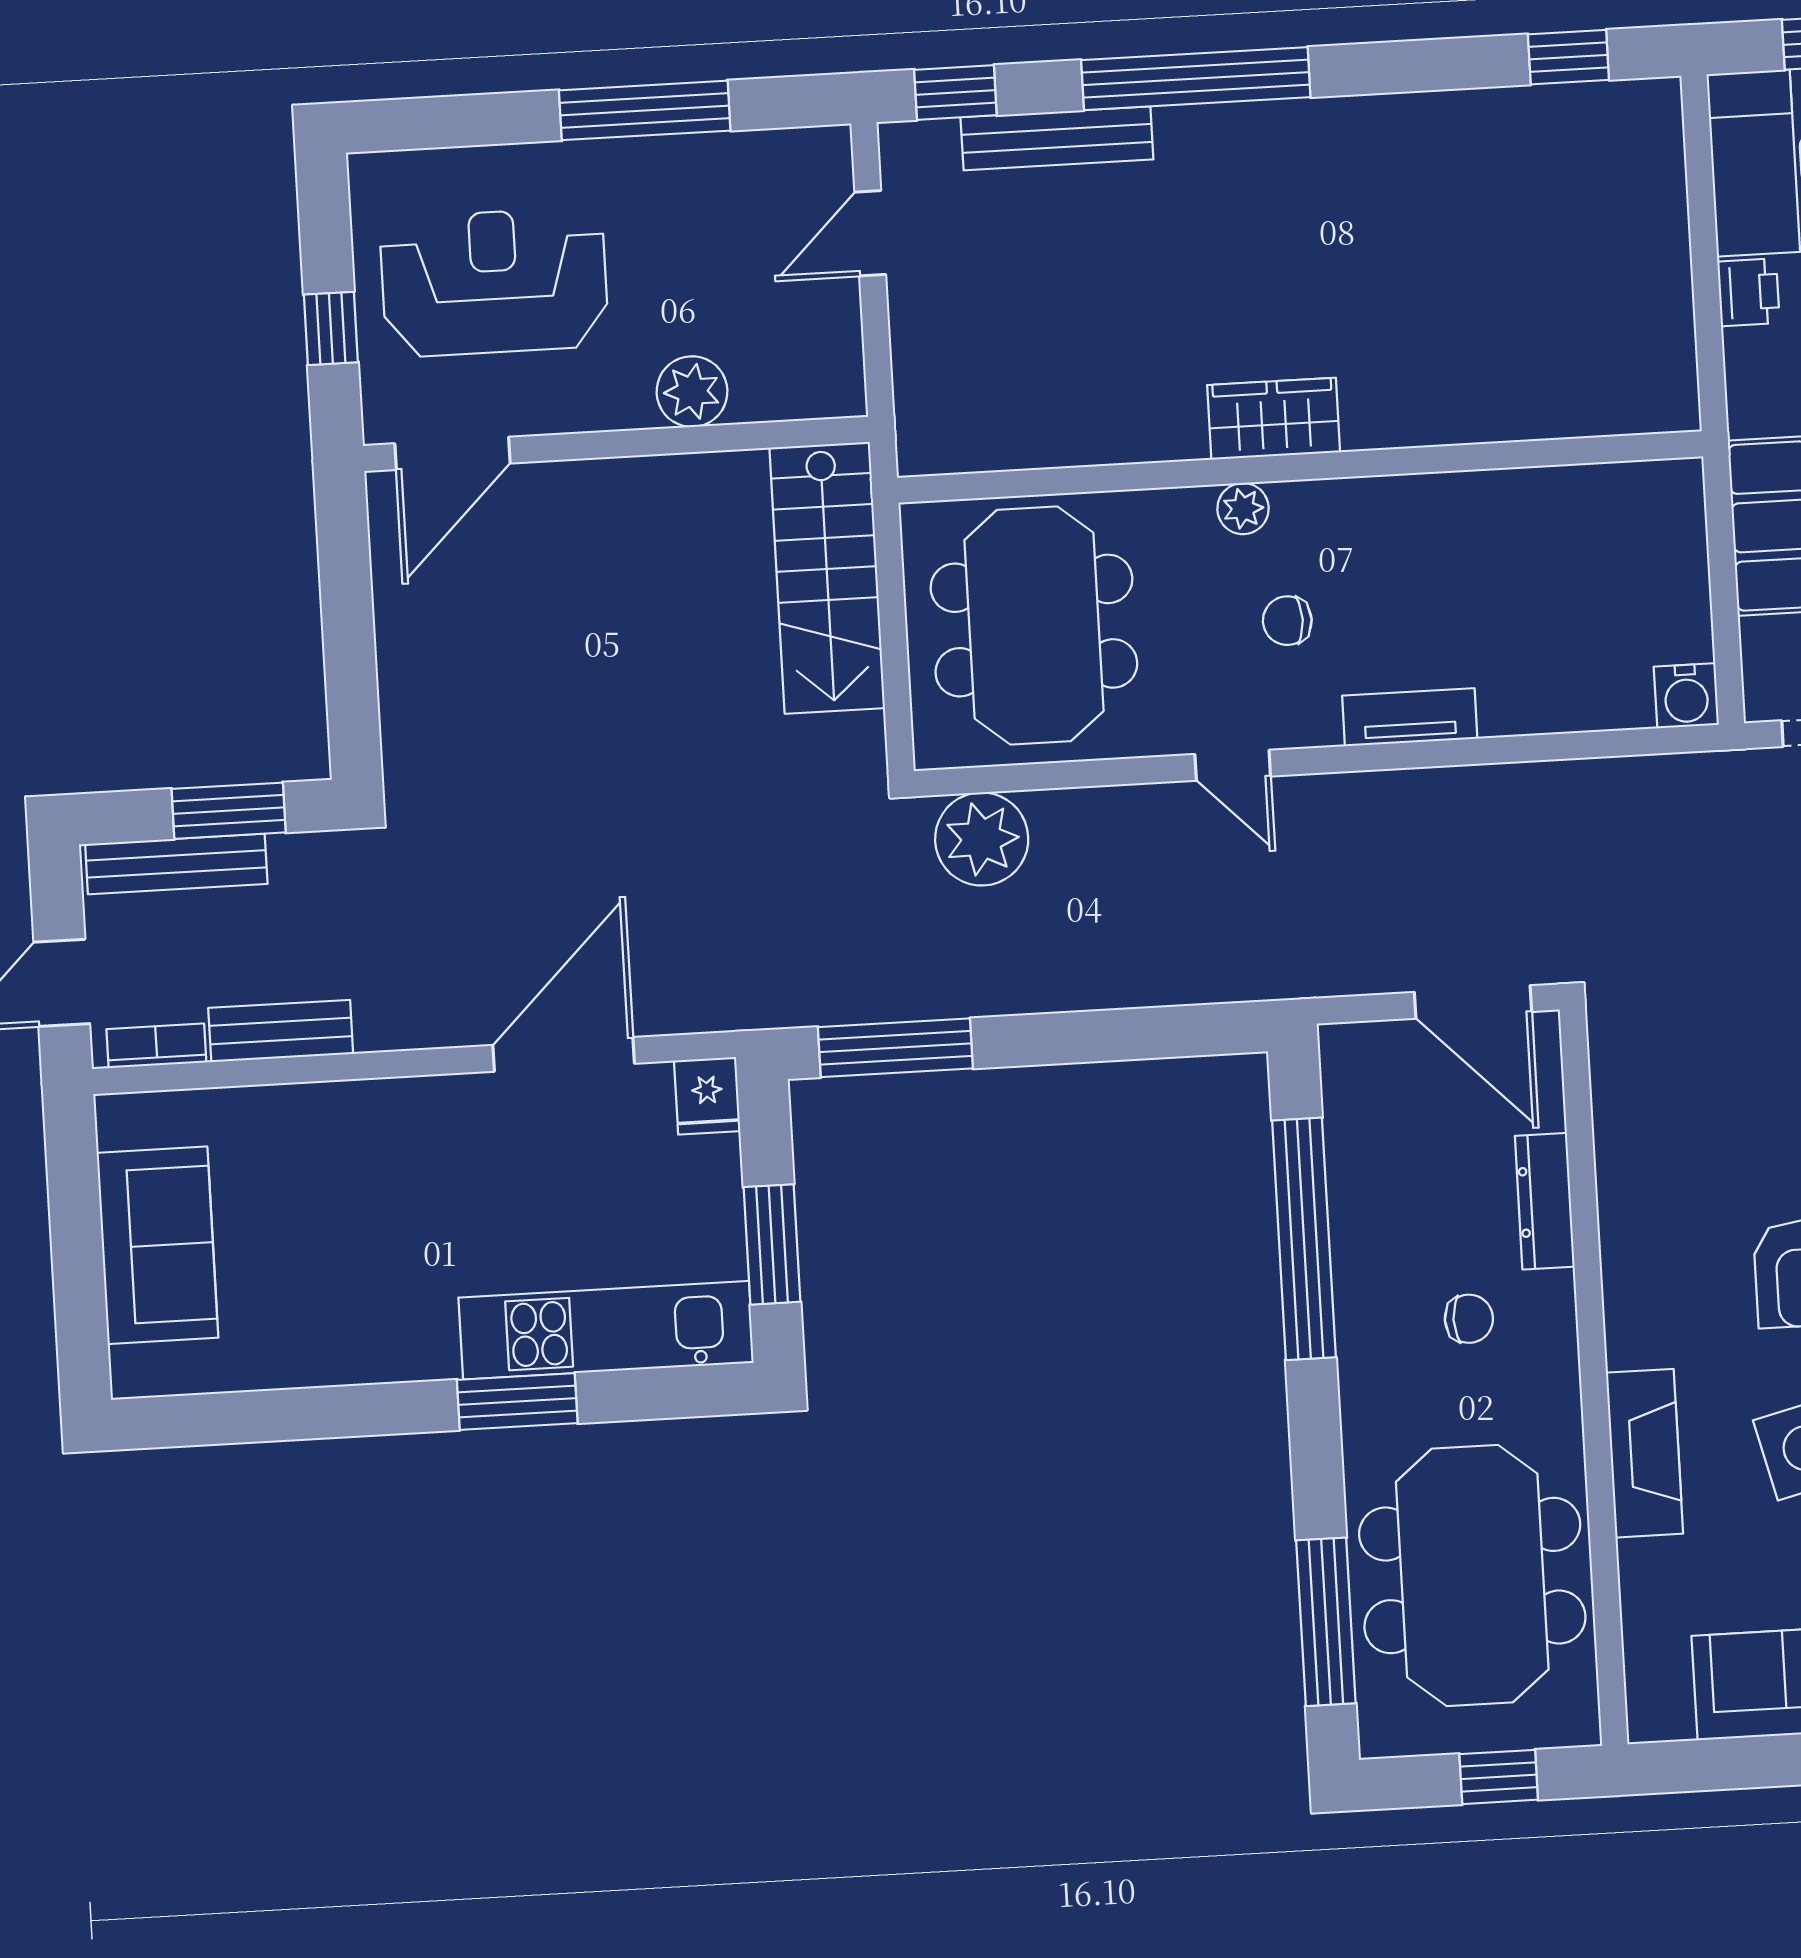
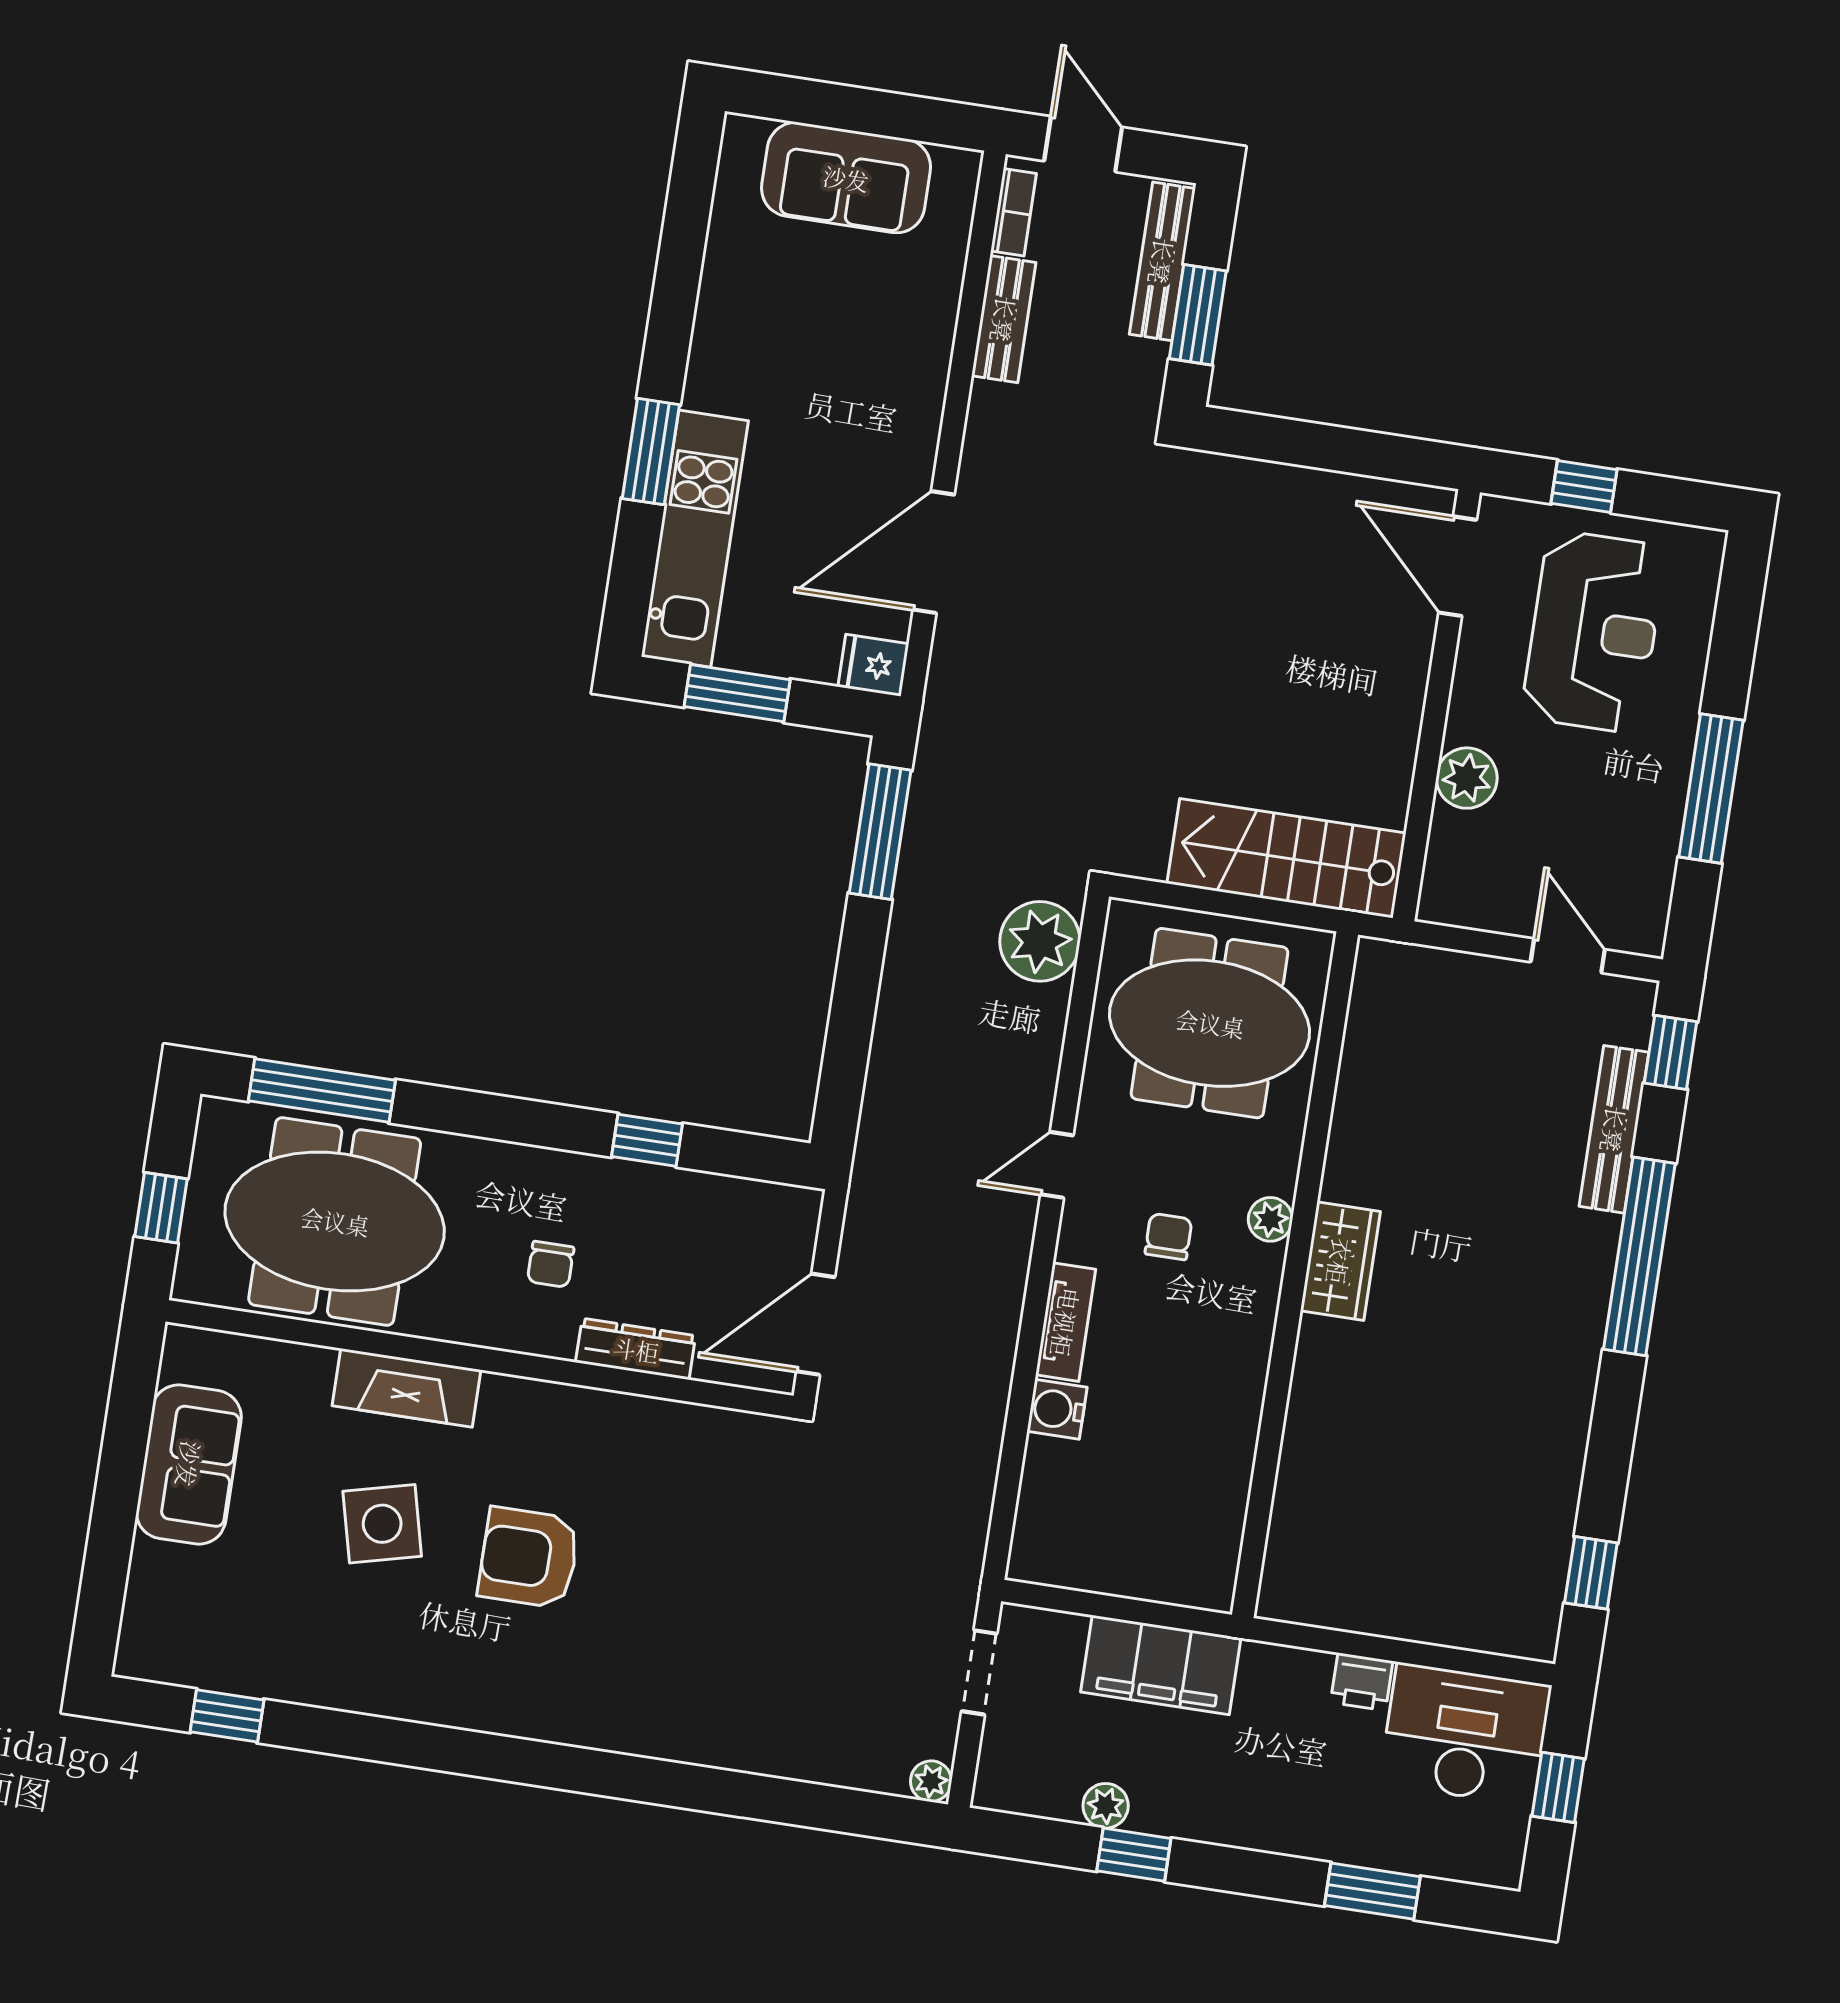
water cooler: (1686, 696) -> (1057, 1409), moved
door: (564, 1054) -> (934, 552), swing flipped
window: (1304, 1239) -> (647, 1140), width x0.32

